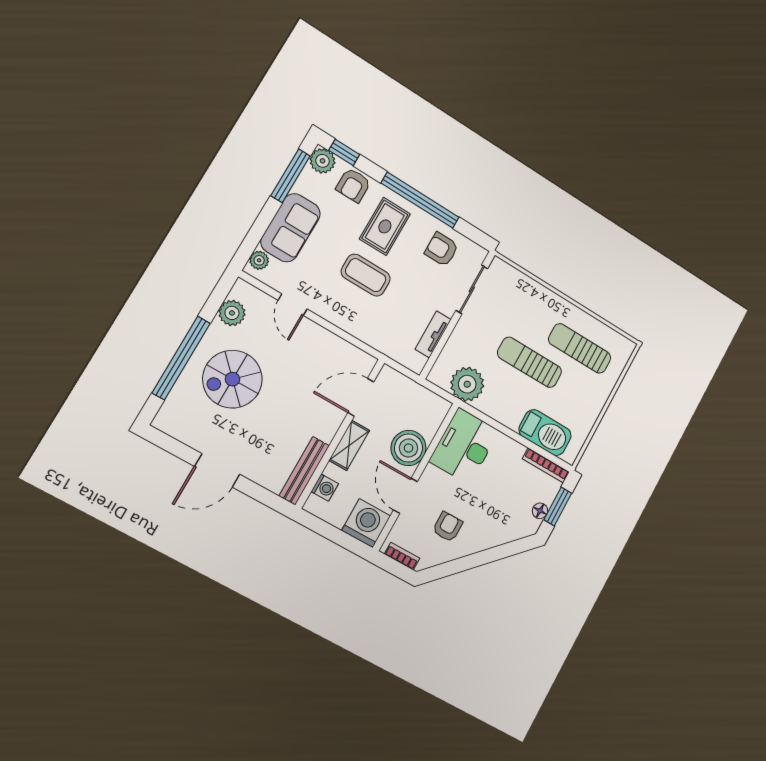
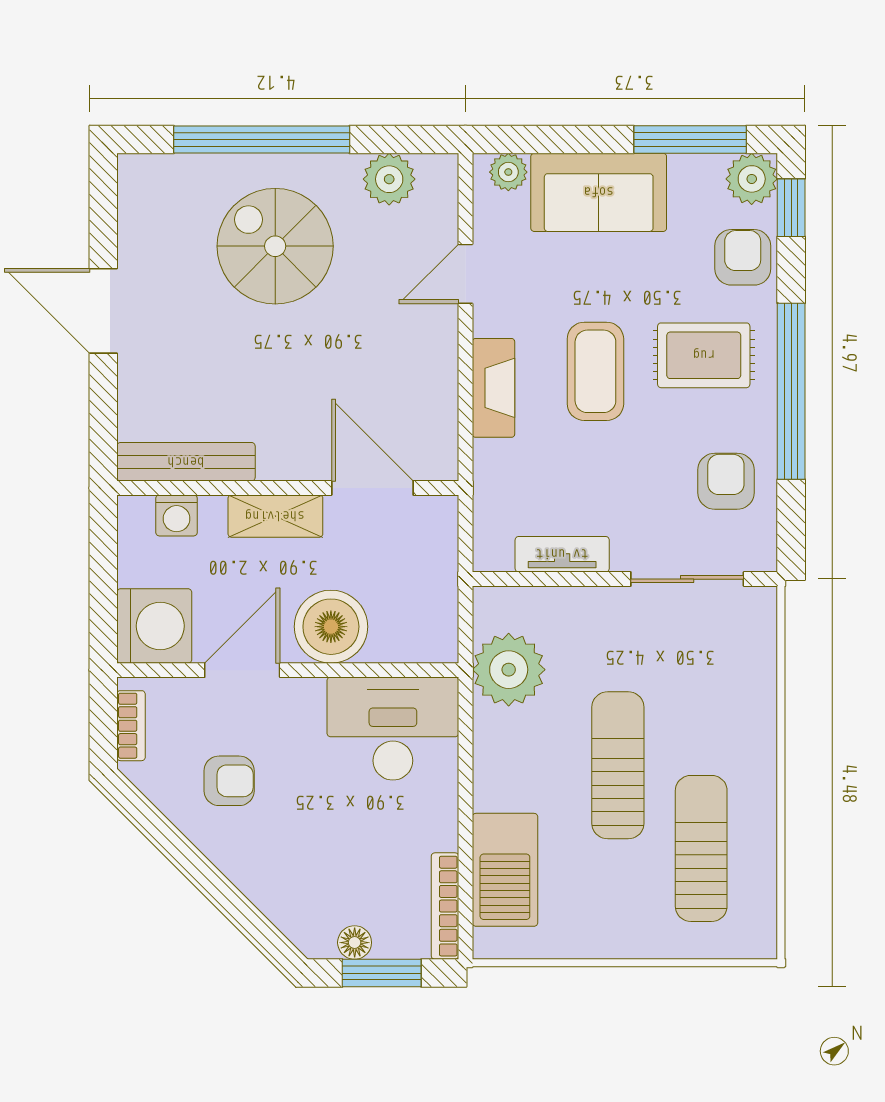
armchair: (353, 185) -> (743, 257), turned 90
fireplace: (348, 322) -> (493, 388), added

